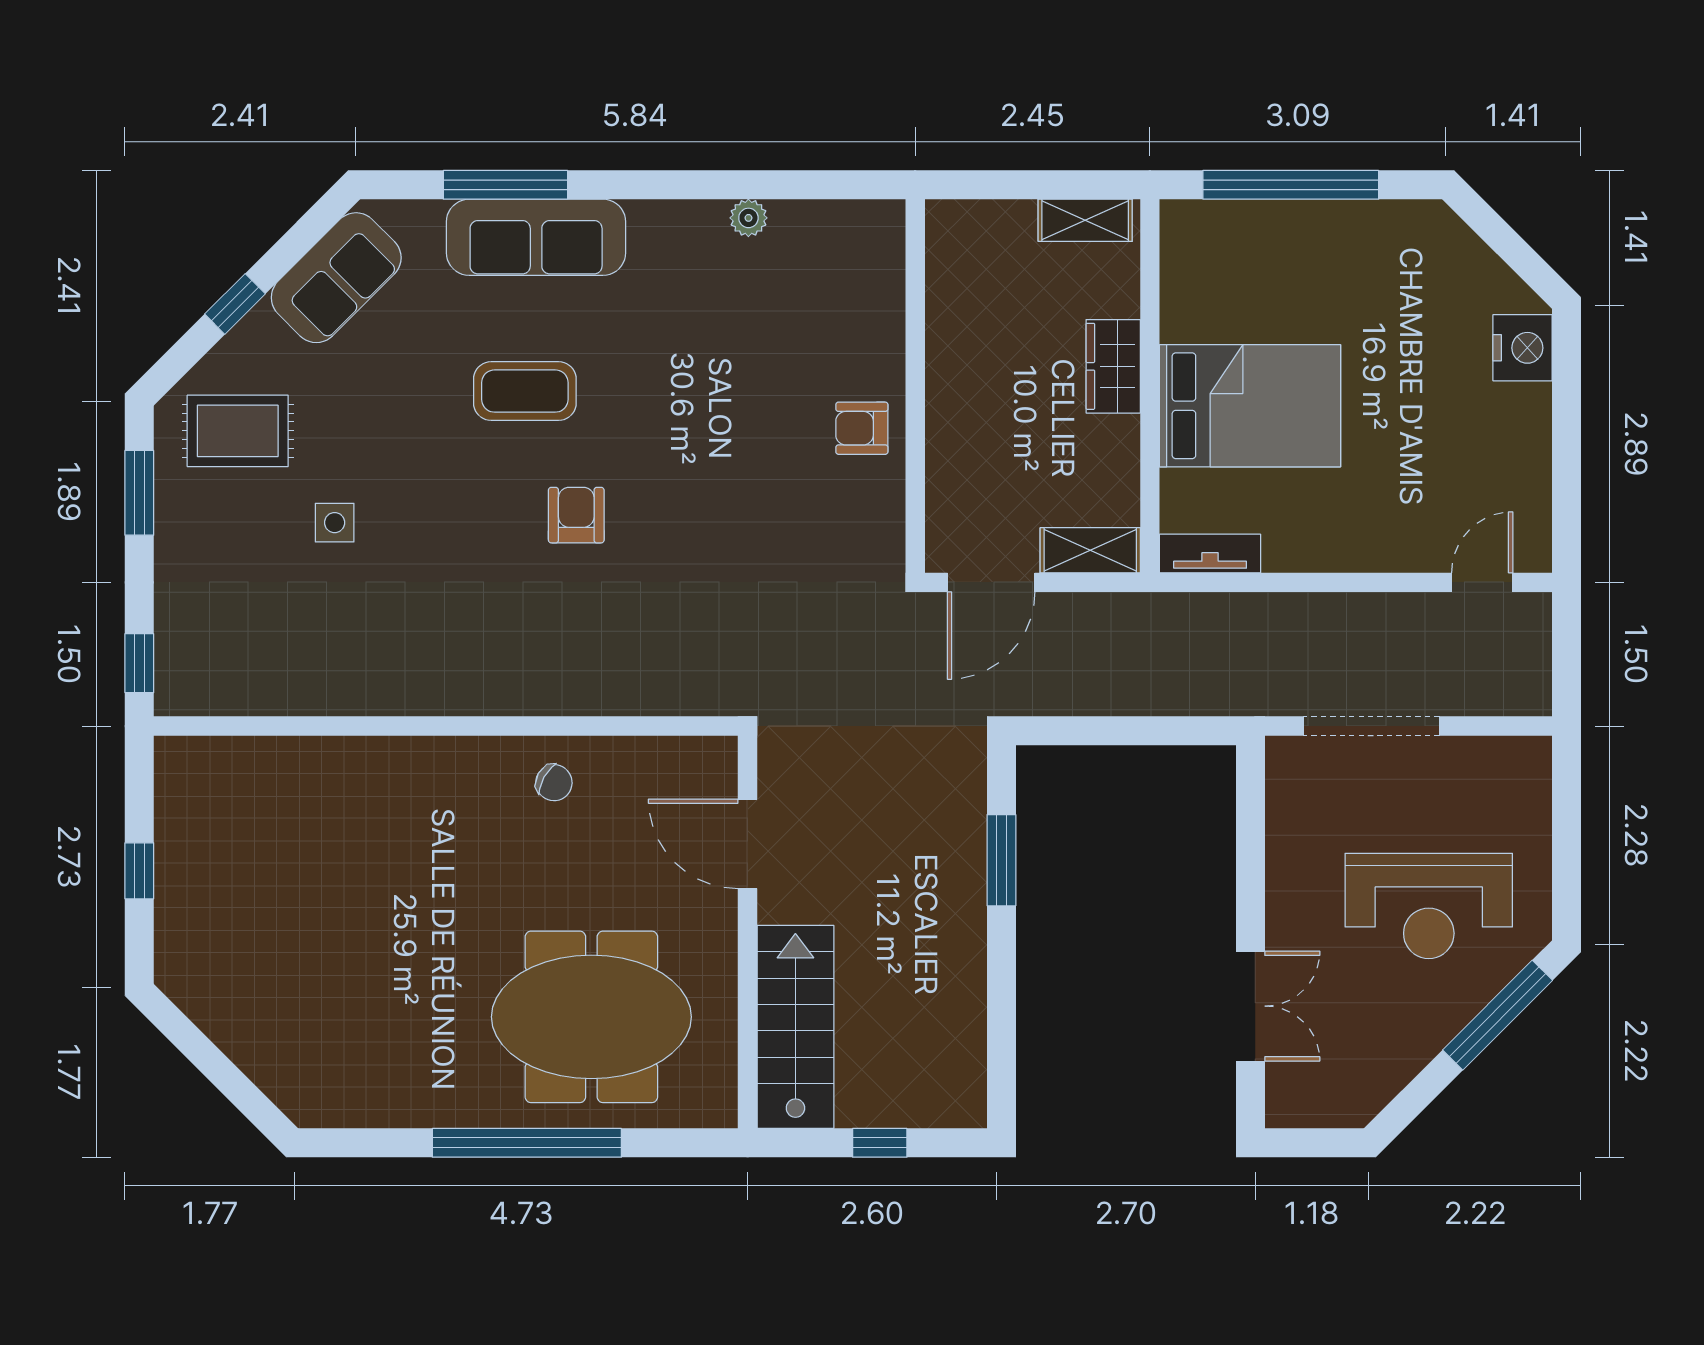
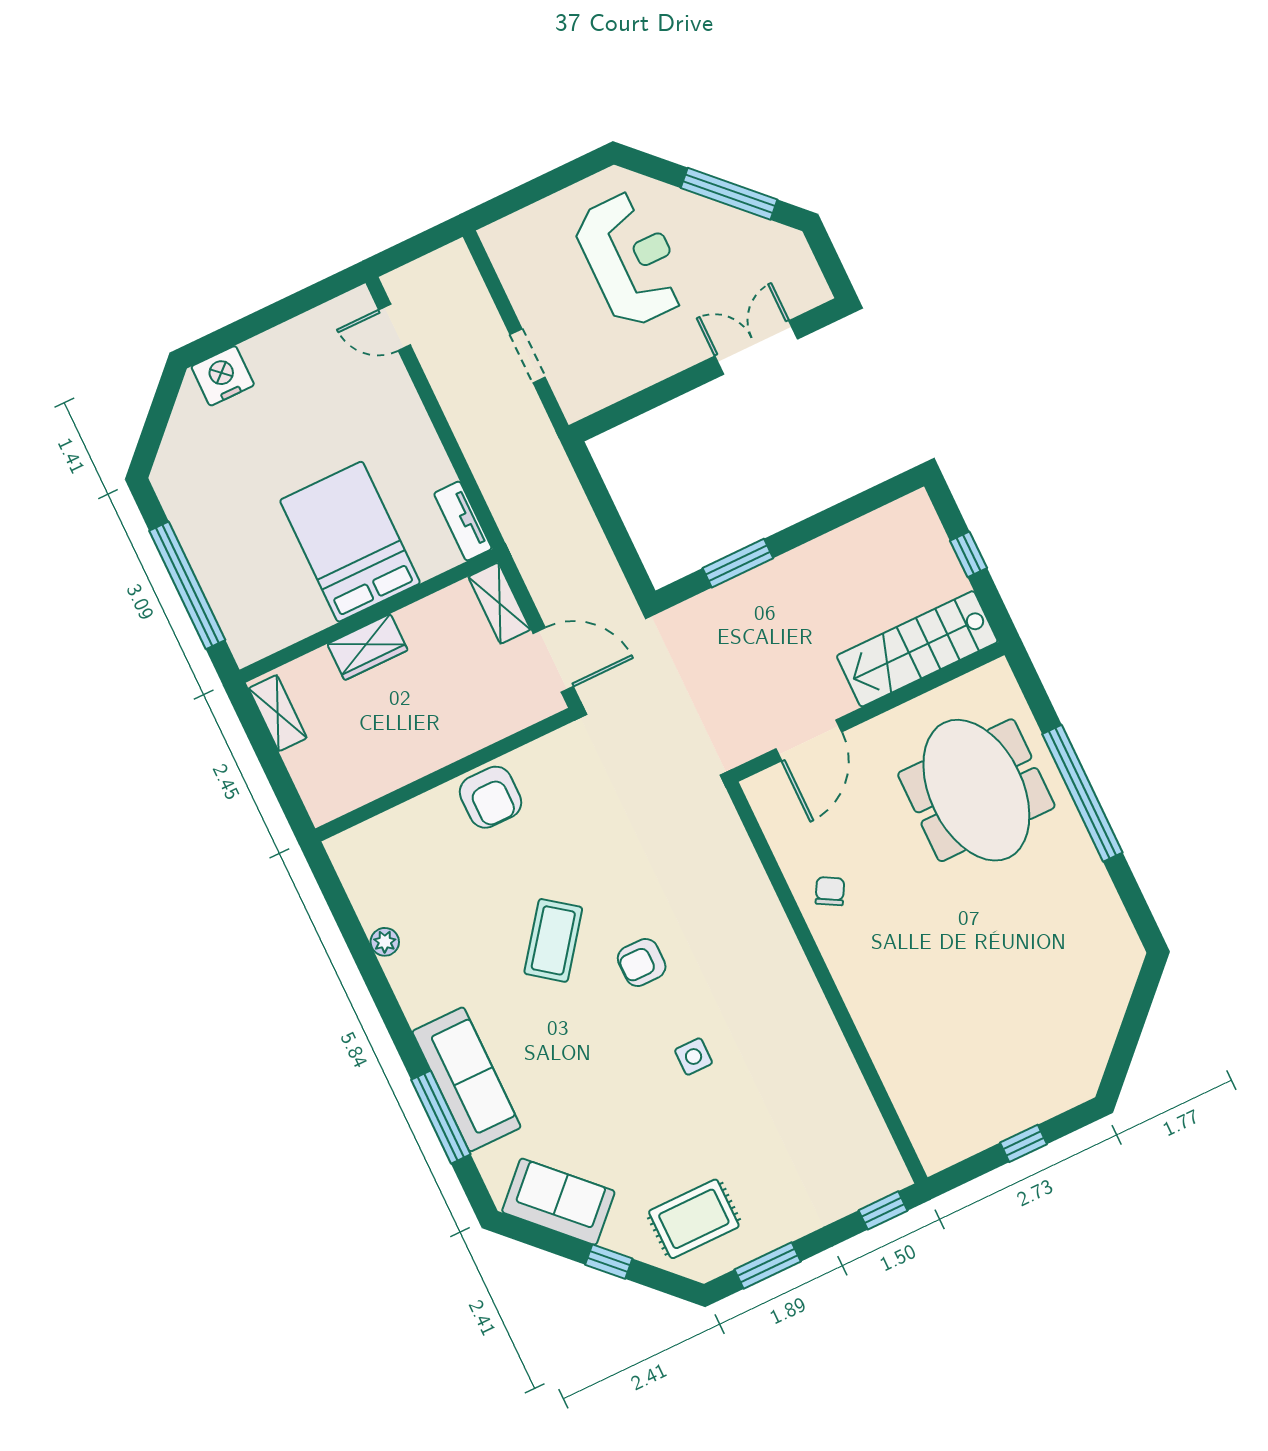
coffee table: (525, 391) -> (553, 940), moved, turned 37
armchair: (862, 428) -> (491, 797), width x1.38, depth x1.38
rug: (238, 431) -> (694, 1219), turned 90
side table: (335, 523) -> (694, 1056), moved
doorway: (1372, 726) -> (528, 356), width x0.53
window: (1498, 1015) -> (729, 194), moved

